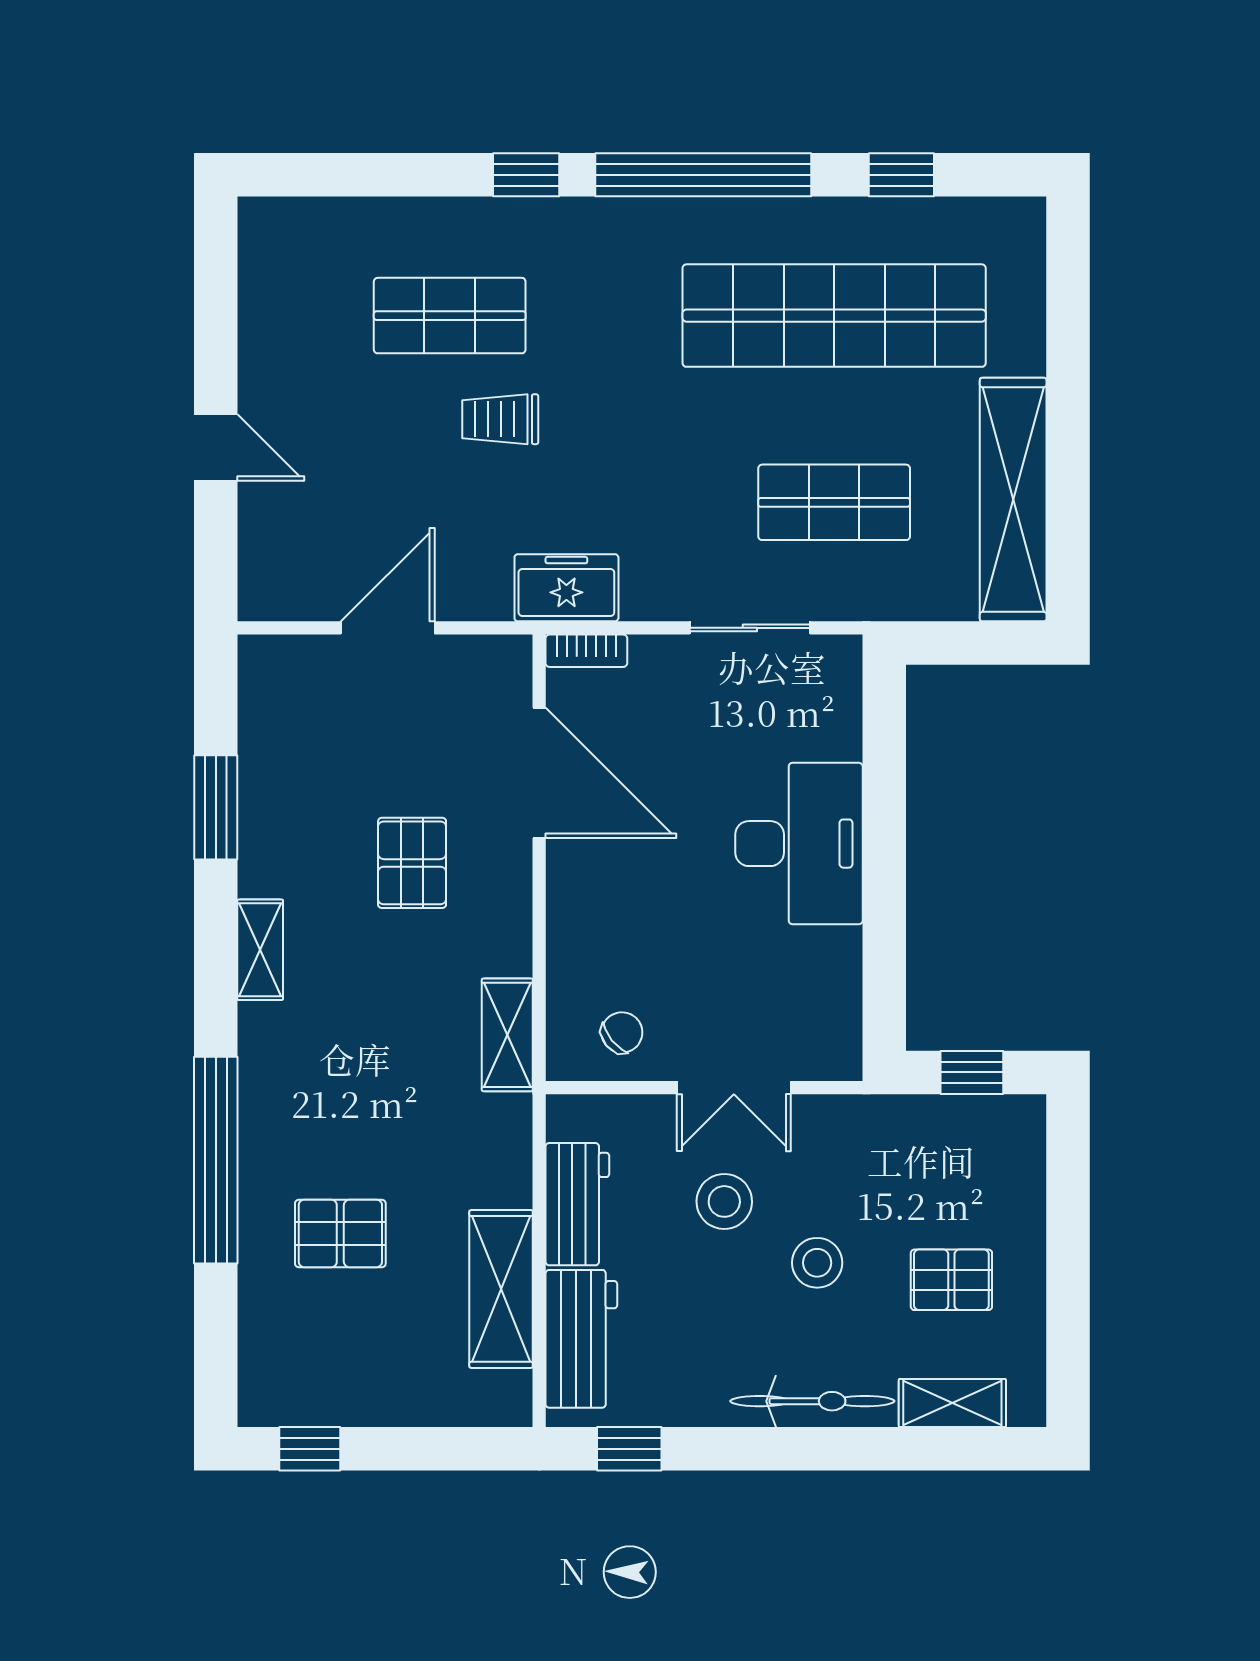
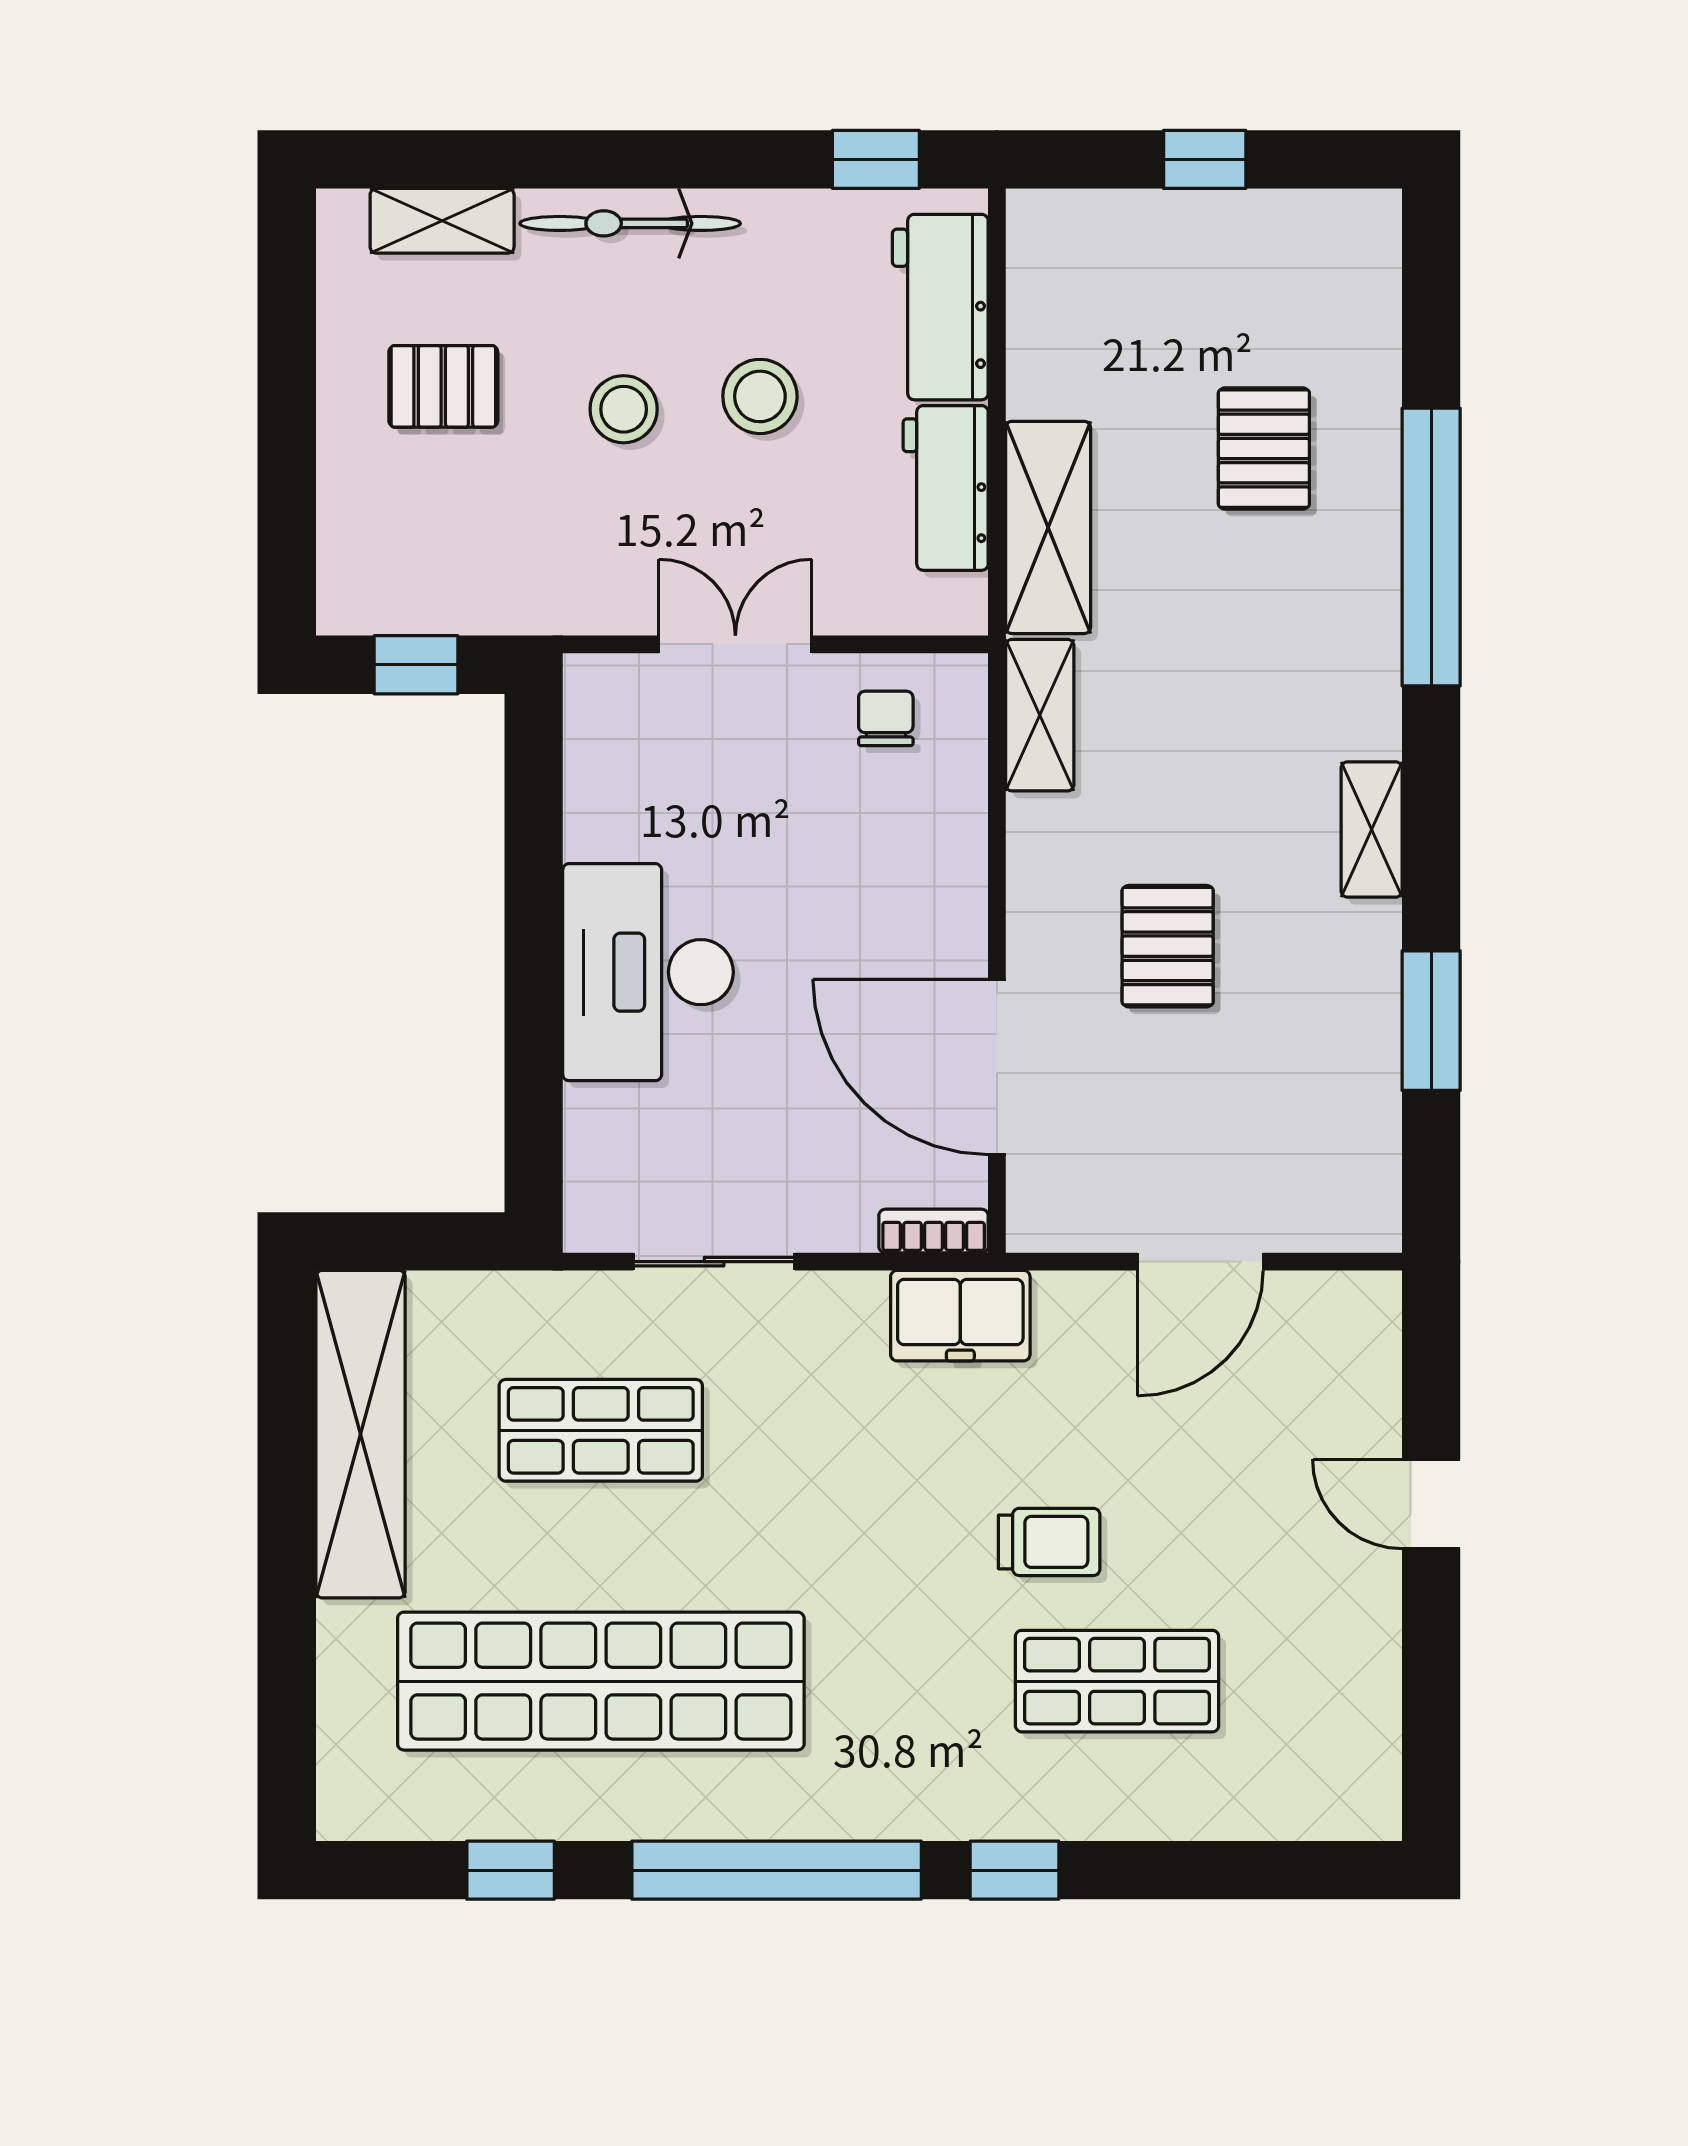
chair: (622, 1032) -> (886, 718), turned 129
stool: (724, 1201) -> (760, 396), moved
pallet: (340, 1233) -> (1264, 449), turned 90
shelving: (501, 1289) -> (1048, 527), moved
window: (310, 1449) -> (1205, 159), moved

